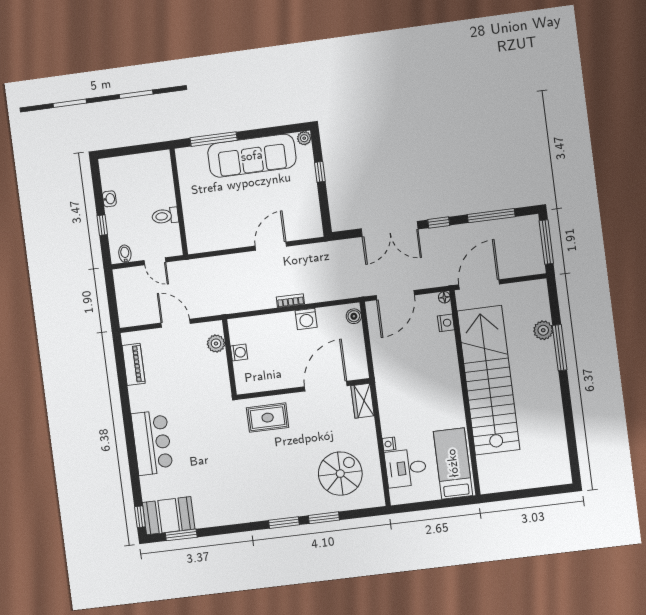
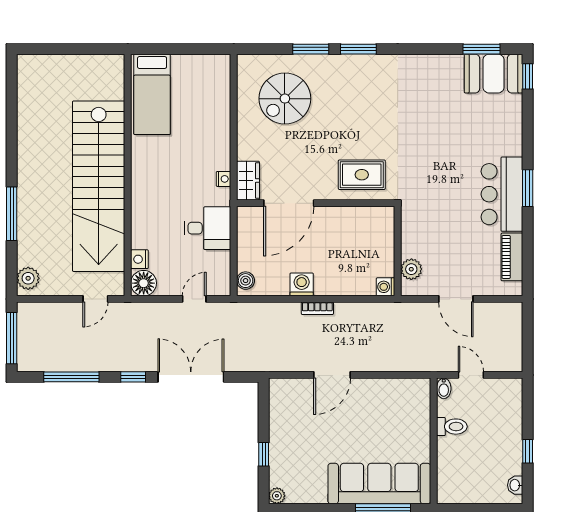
sofa: (252, 156) -> (379, 484), moved
washbasin: (109, 199) -> (515, 485), moved
window: (102, 225) -> (528, 451), moved
bidet: (125, 254) -> (444, 388), moved
door: (479, 284) -> (95, 299), width x0.53
door: (395, 295) -> (194, 299), width x0.53
floor lamp: (444, 297) -> (144, 283), width x1.89, depth x1.89
plant: (543, 330) -> (28, 278), moved
washing machine: (239, 352) -> (386, 287), moved
window: (128, 424) -> (528, 188), added
bar counter: (152, 443) -> (502, 194), moved
nightstand: (389, 444) -> (224, 179), moved
desk: (406, 468) -> (208, 228), moved

